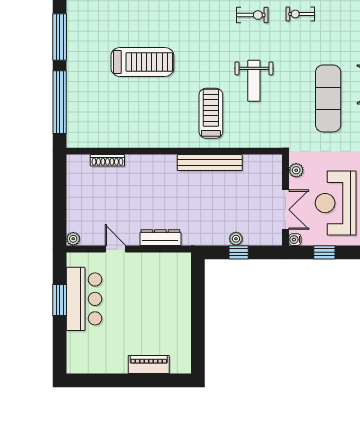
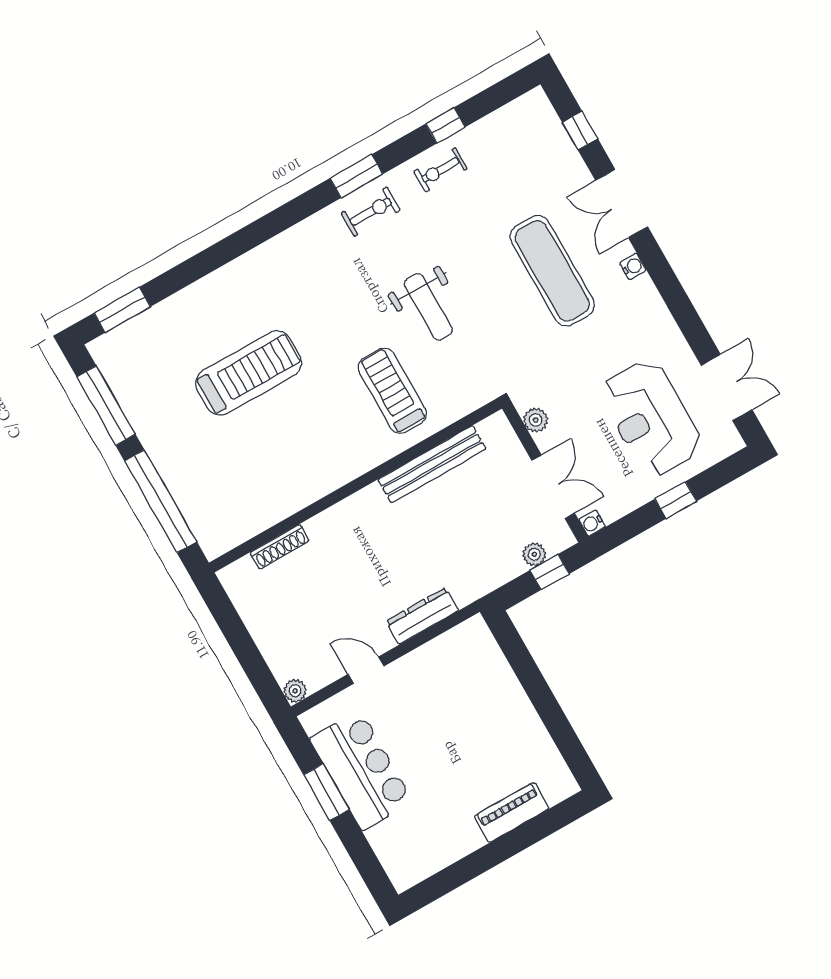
plant: (296, 170) -> (536, 420), moved
wall: (286, 200) -> (545, 473), moved
double door: (286, 210) -> (553, 487), moved
water cooler: (295, 240) -> (592, 523), moved

